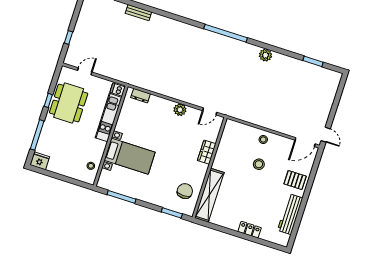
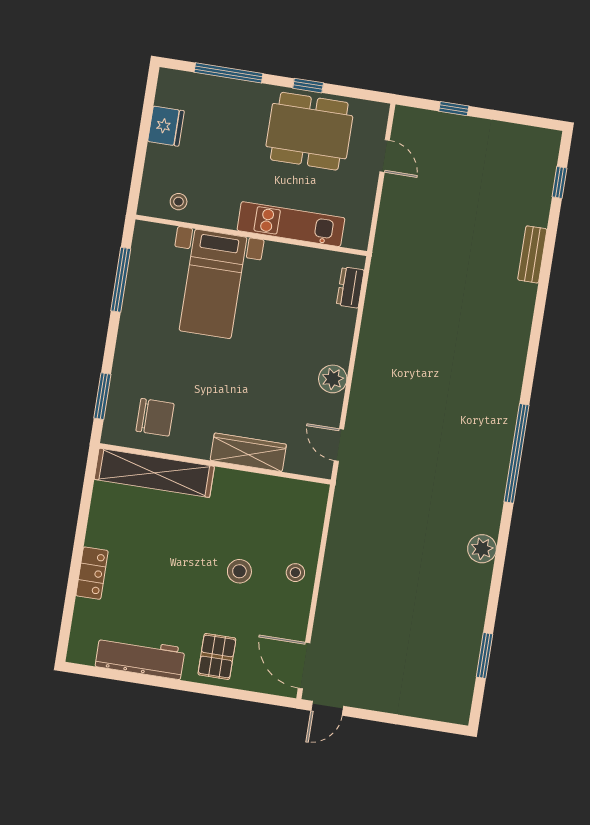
dishwasher: (118, 90) -> (355, 235), removed
wardrobe: (207, 152) -> (248, 452), width x1.50
fridge: (40, 161) -> (166, 126), moved

